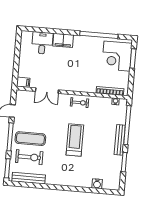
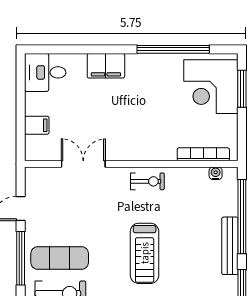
desk: (42, 43) -> (45, 72), moved, turned -90
filing cabinet: (23, 82) -> (37, 125), moved
double door: (47, 91) -> (83, 164), swing flipped
treadmill: (75, 140) -> (145, 253), turned 180

